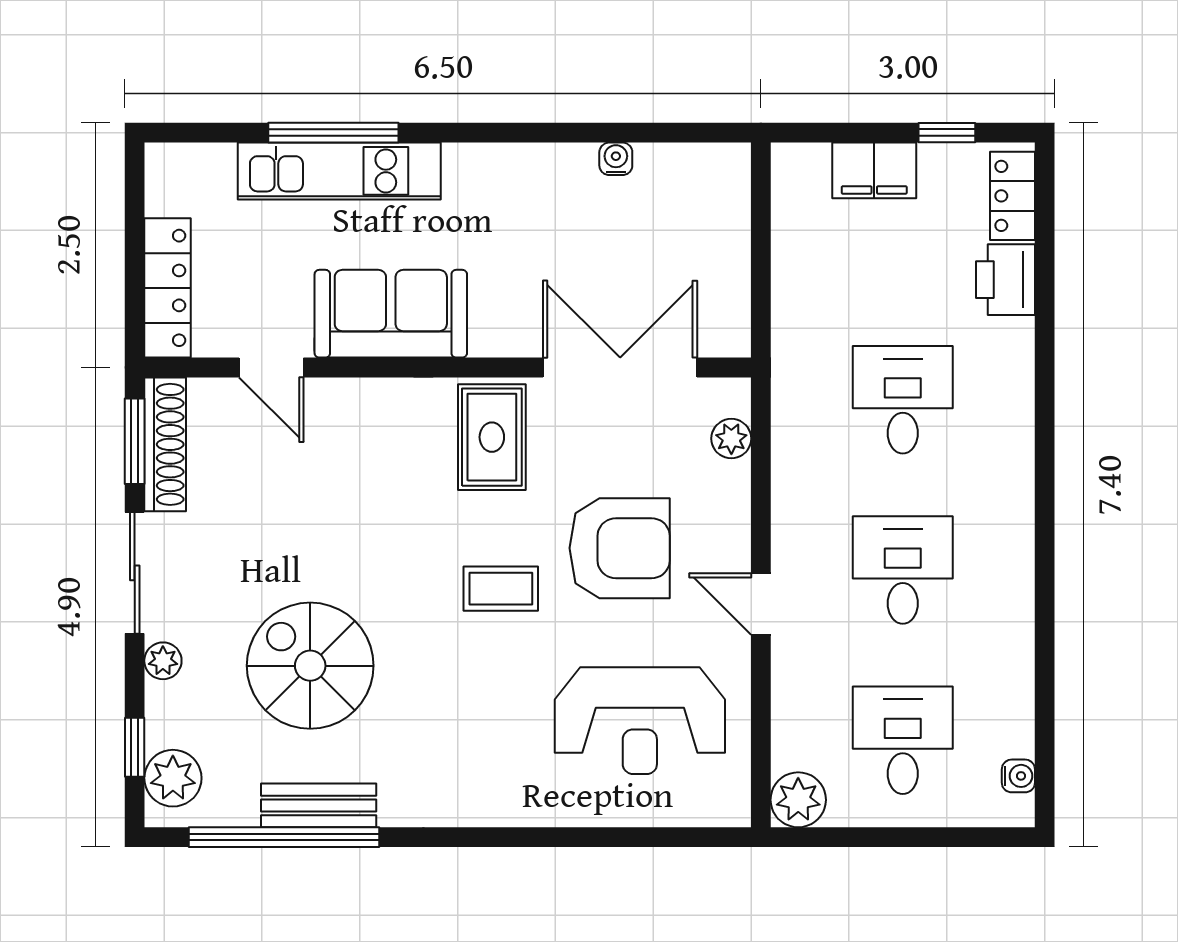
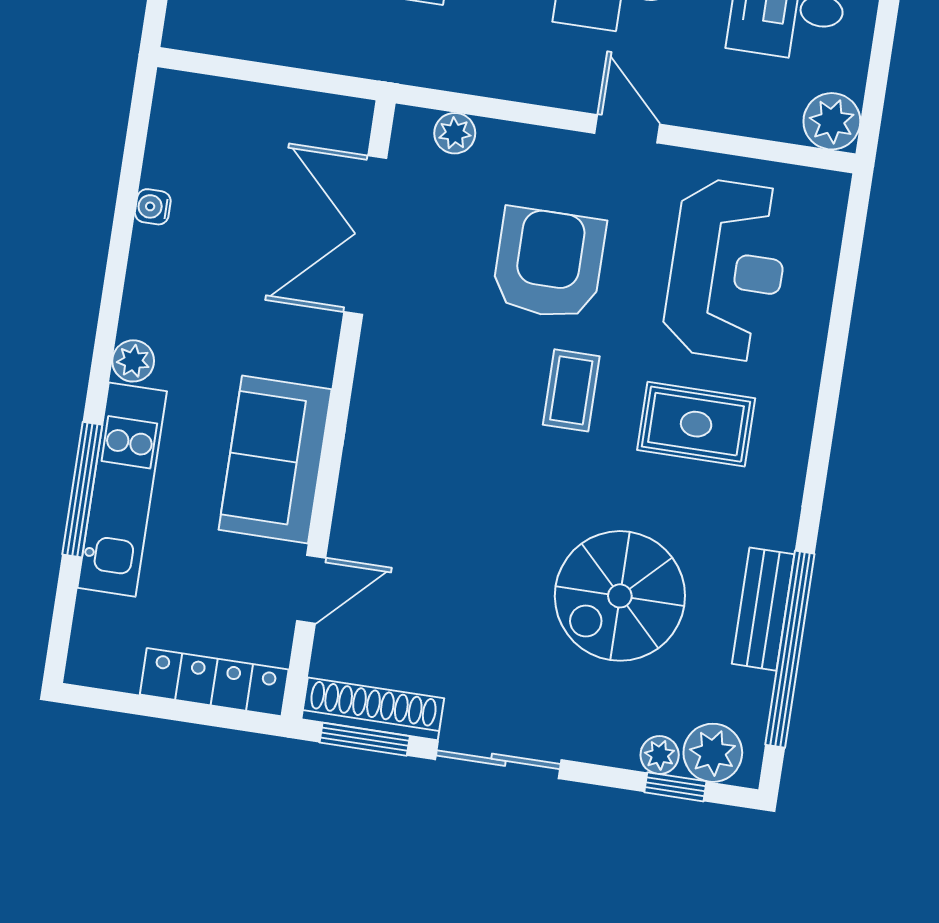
plant: (465, 163) -> (133, 361), added
rug: (492, 437) -> (696, 424), moved
door: (761, 604) -> (627, 129), swing flipped
plant: (163, 661) -> (660, 755), moved

